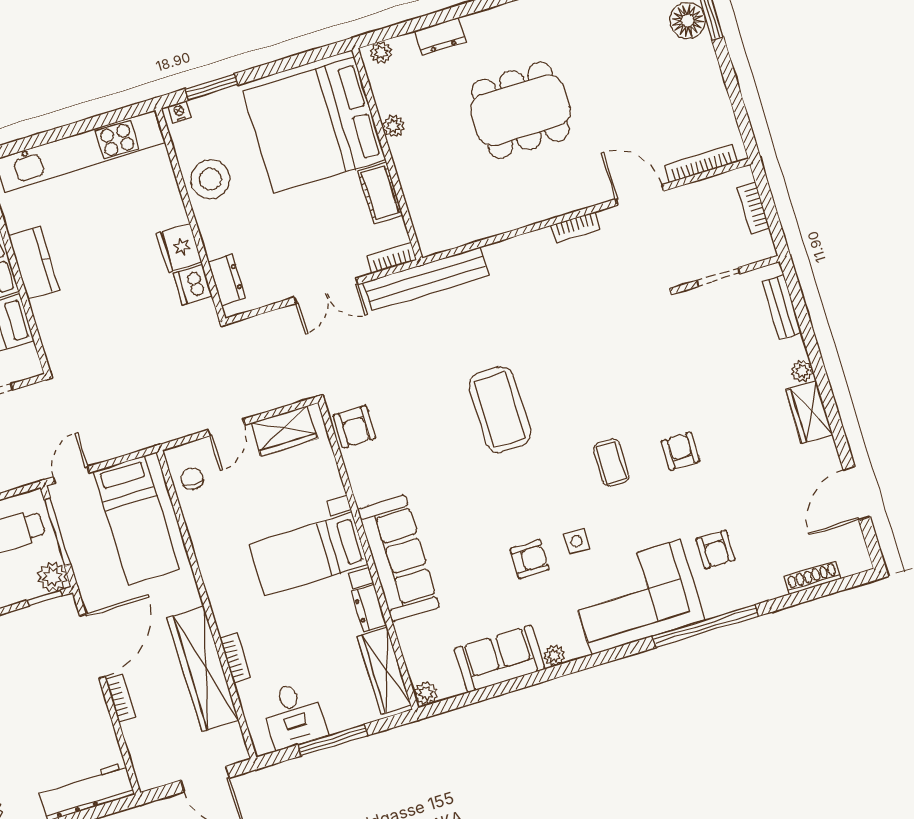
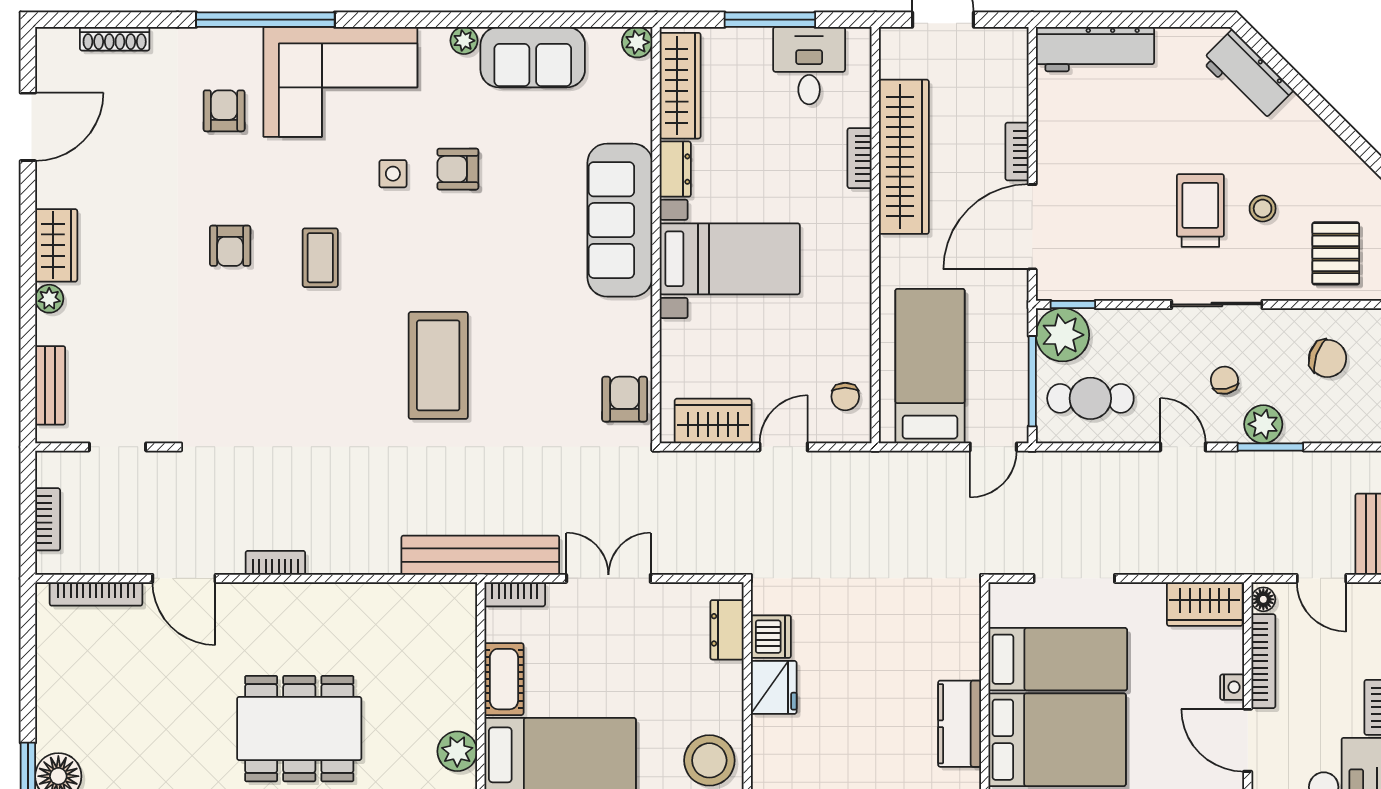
plant: (393, 126) -> (457, 751), width x1.38, depth x1.38
plant: (52, 577) -> (1063, 335), width x1.36, depth x1.36

